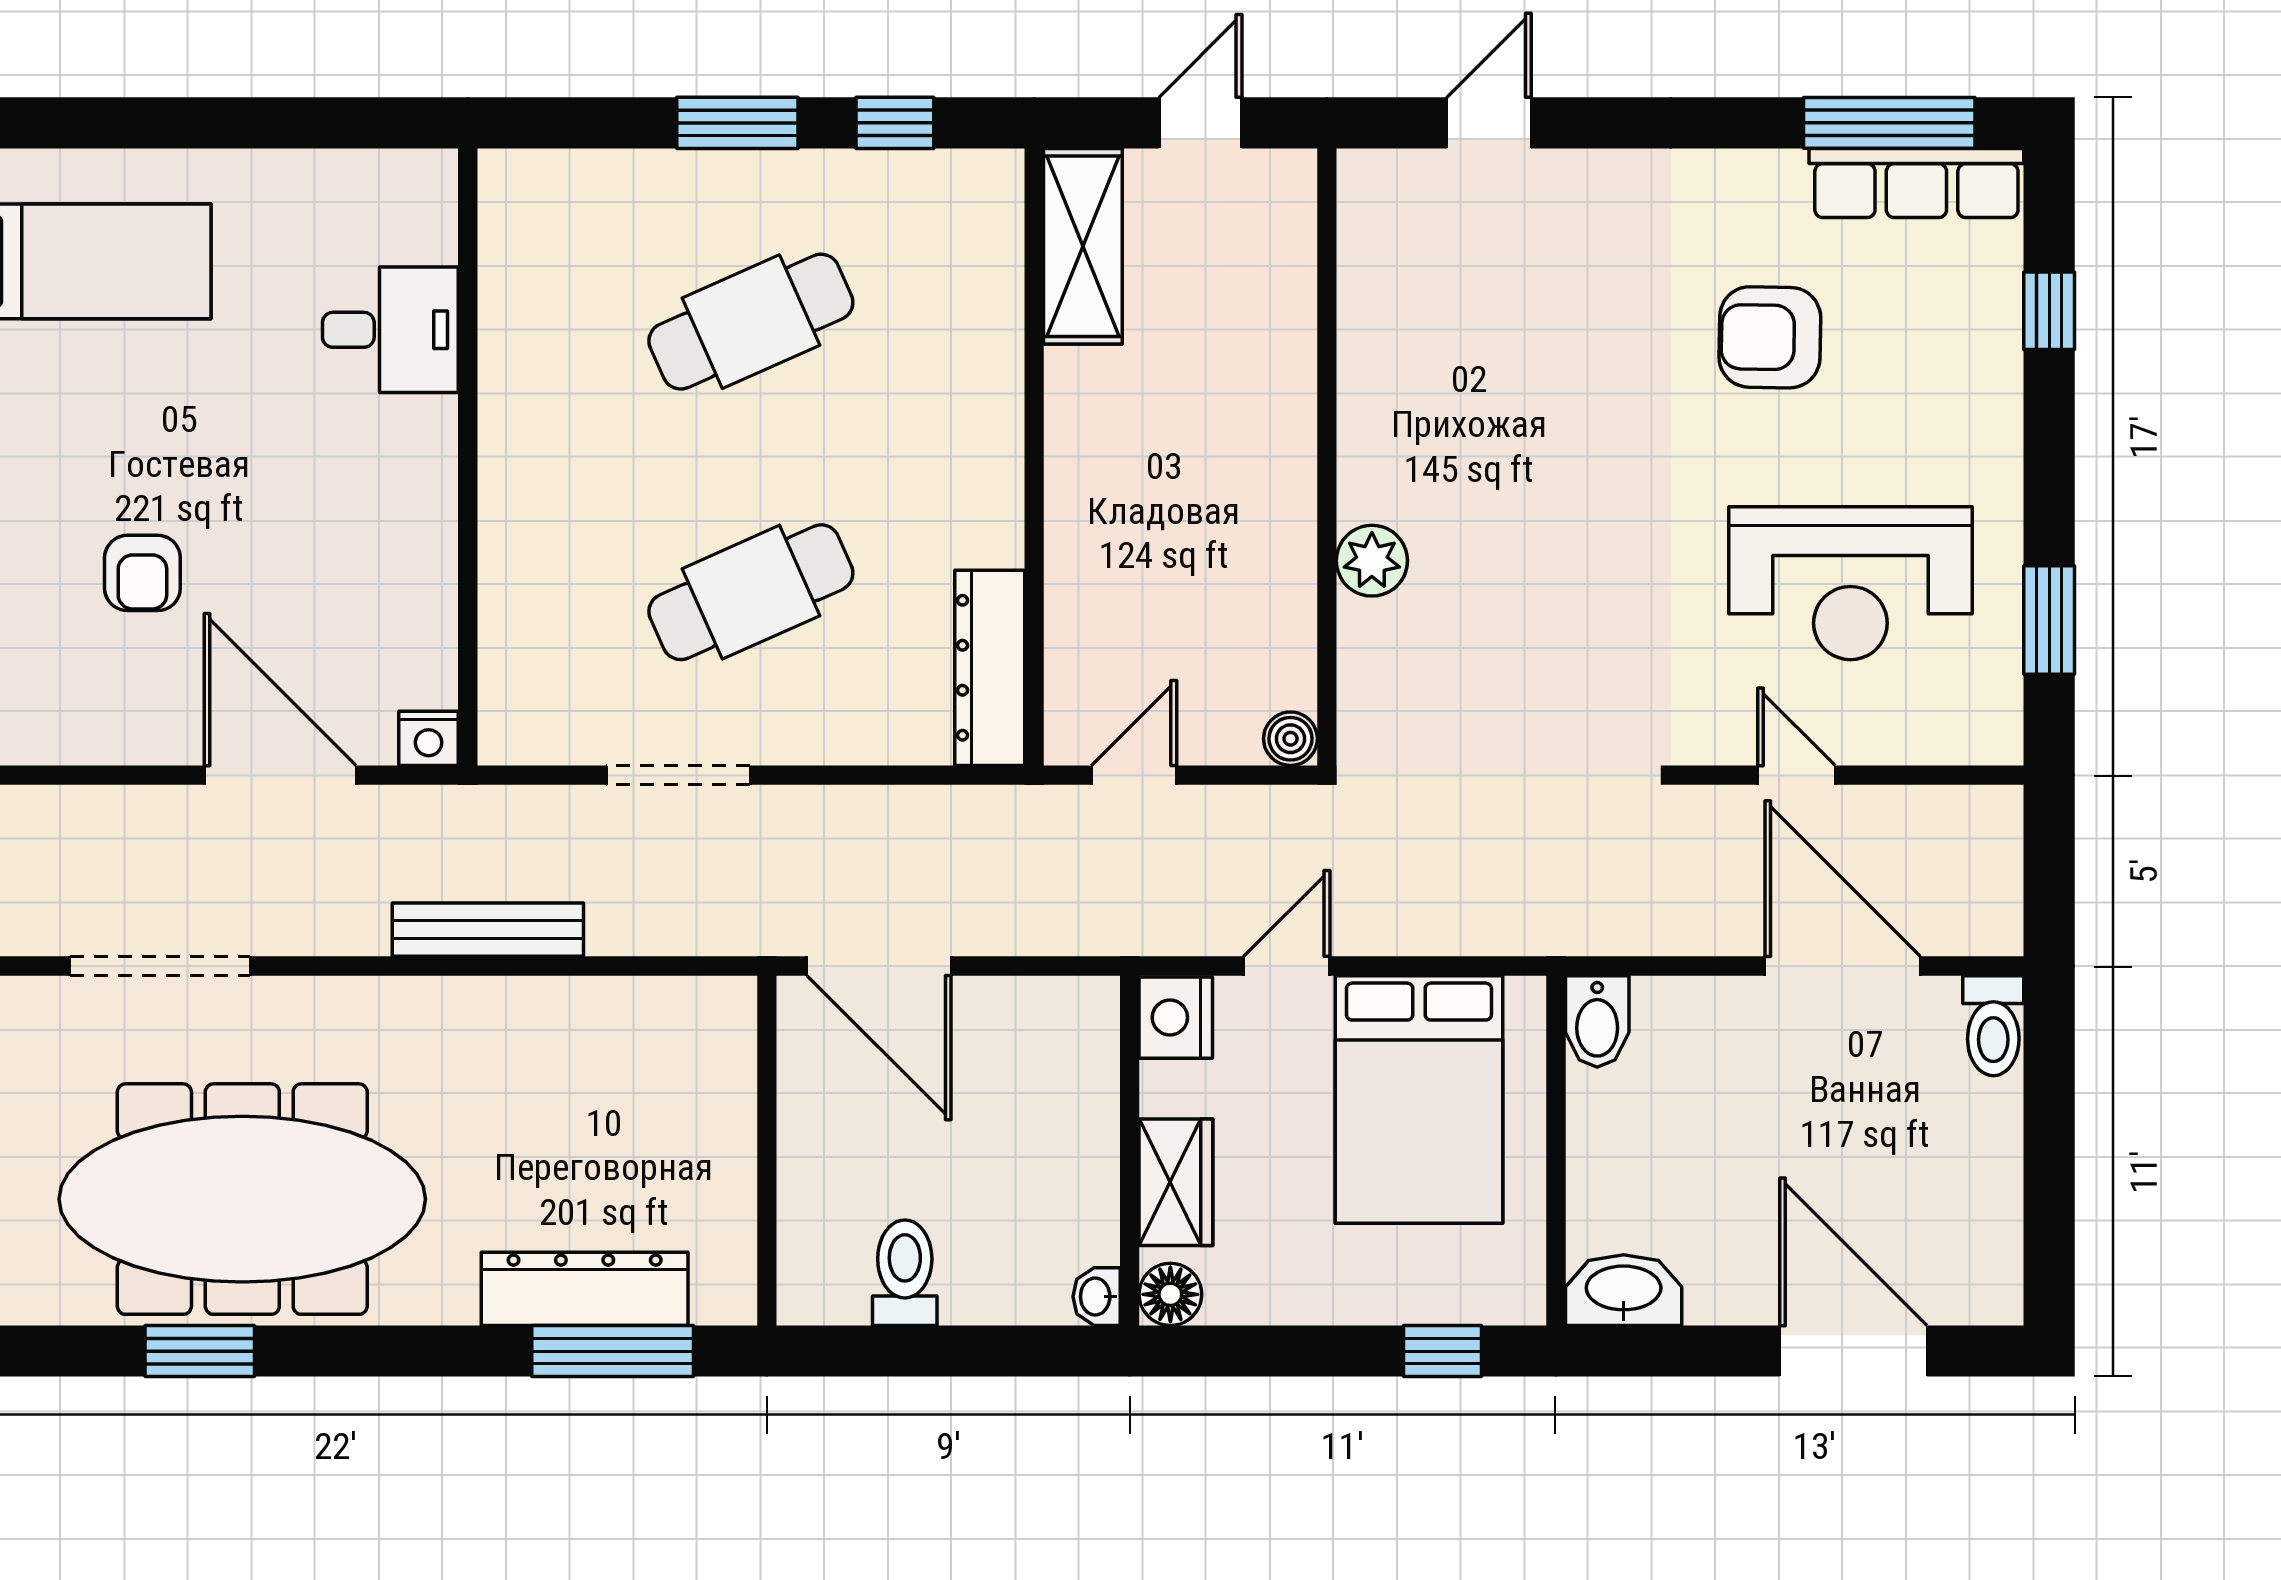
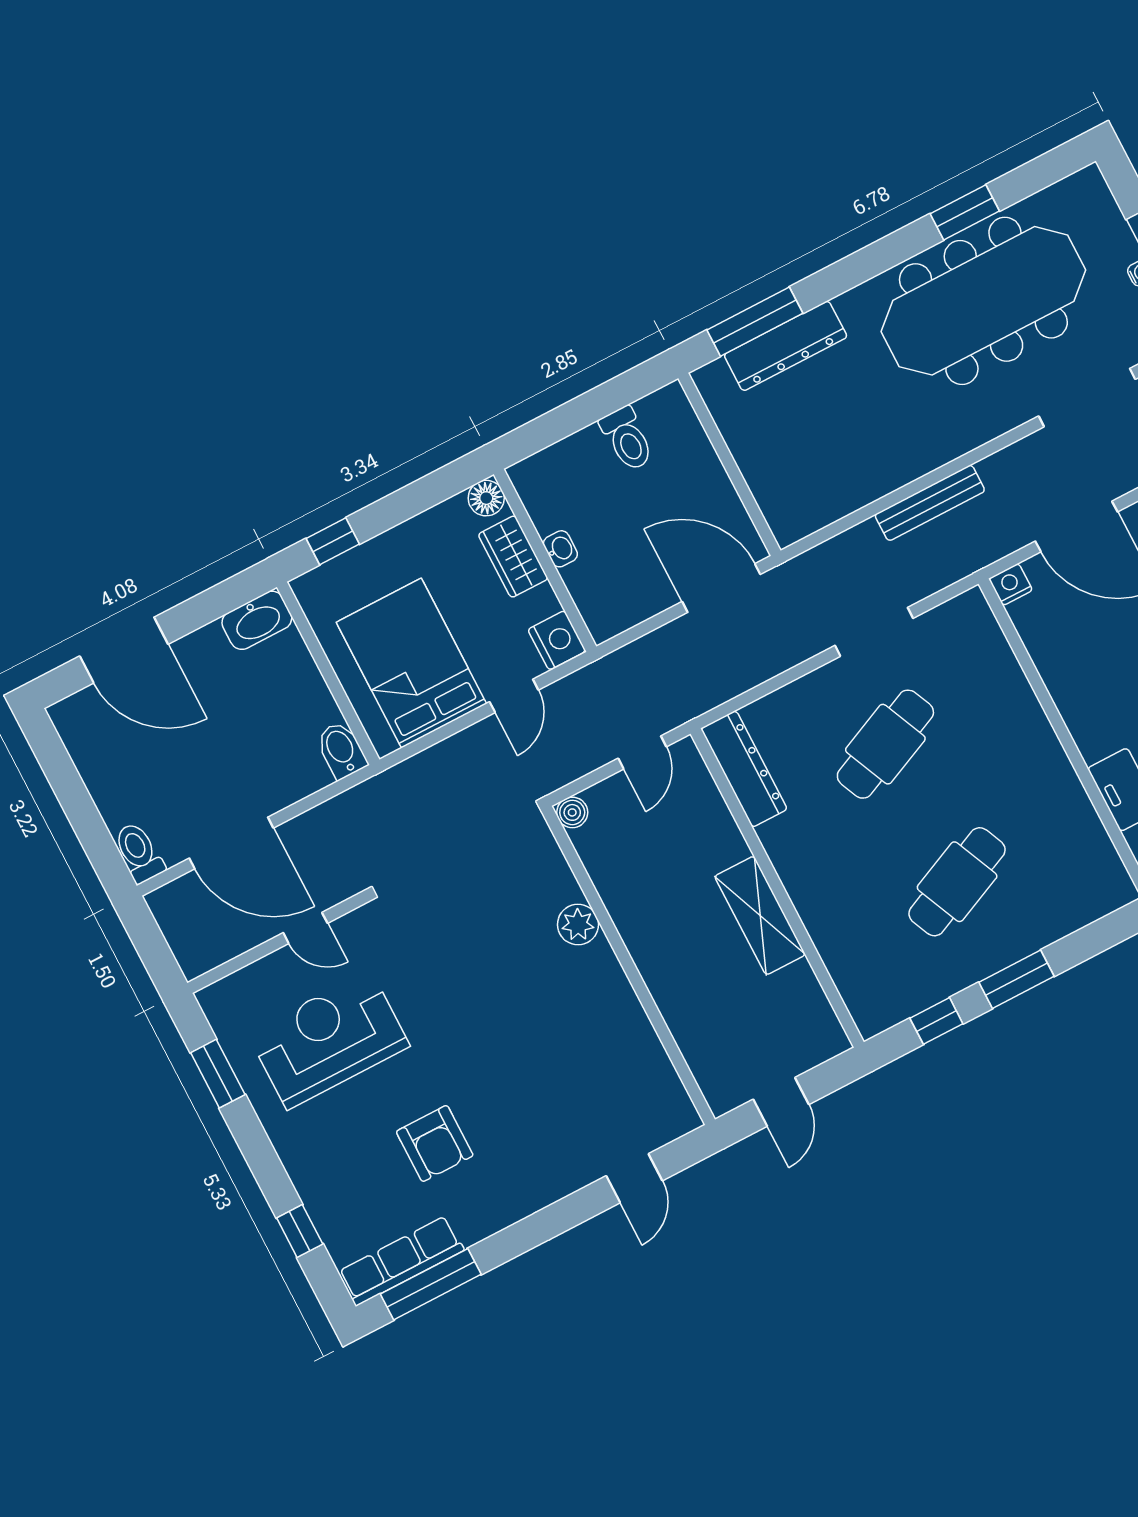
shelving: (1083, 246) -> (760, 915), moved
armchair: (1770, 337) -> (435, 1143), turned 89
washbasin: (1097, 1297) -> (560, 549), moved

